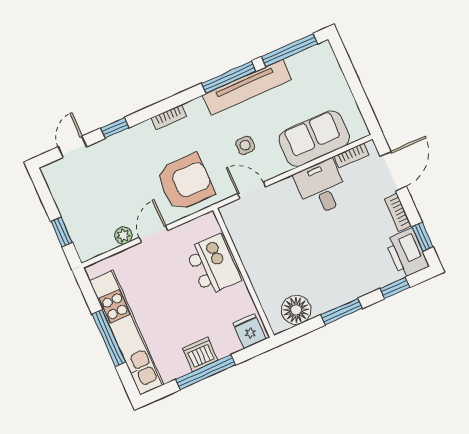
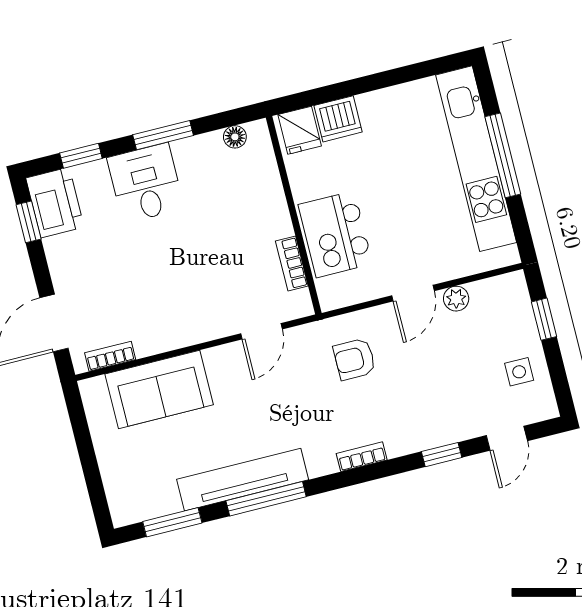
window: (289, 50) -> (172, 522), width x0.69
side table: (245, 145) -> (519, 372), moved
armchair: (185, 182) -> (354, 359), width x0.53, depth x0.53
desk: (322, 187) -> (146, 183), moved, turned 180
door: (252, 190) -> (261, 331), hinge flipped
bookcase: (398, 212) -> (292, 264), moved, turned 180
floor lamp: (296, 310) -> (235, 137), width x0.53, depth x0.53
dishwasher: (200, 354) -> (338, 119), moved
window: (206, 372) -> (373, 82), removed

